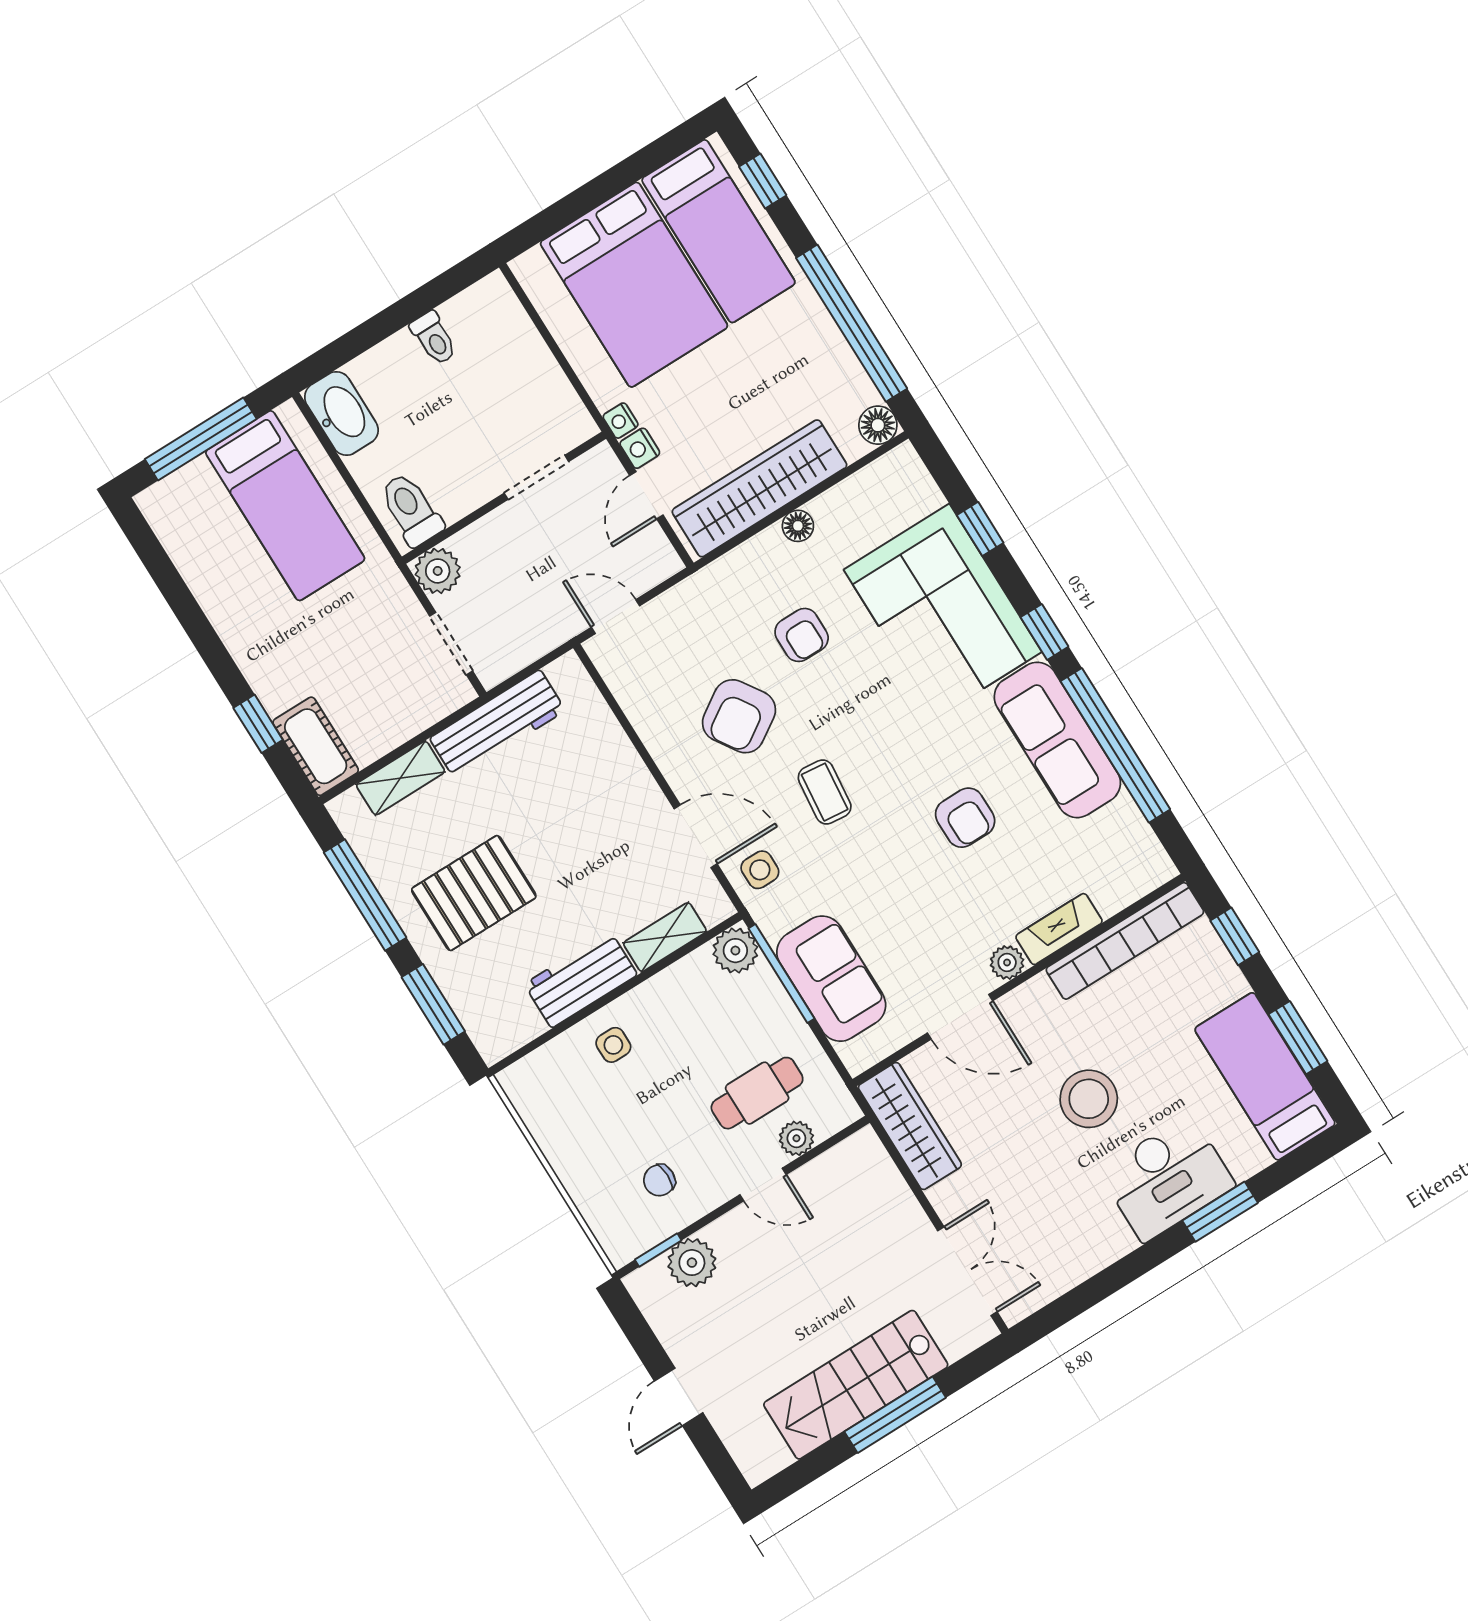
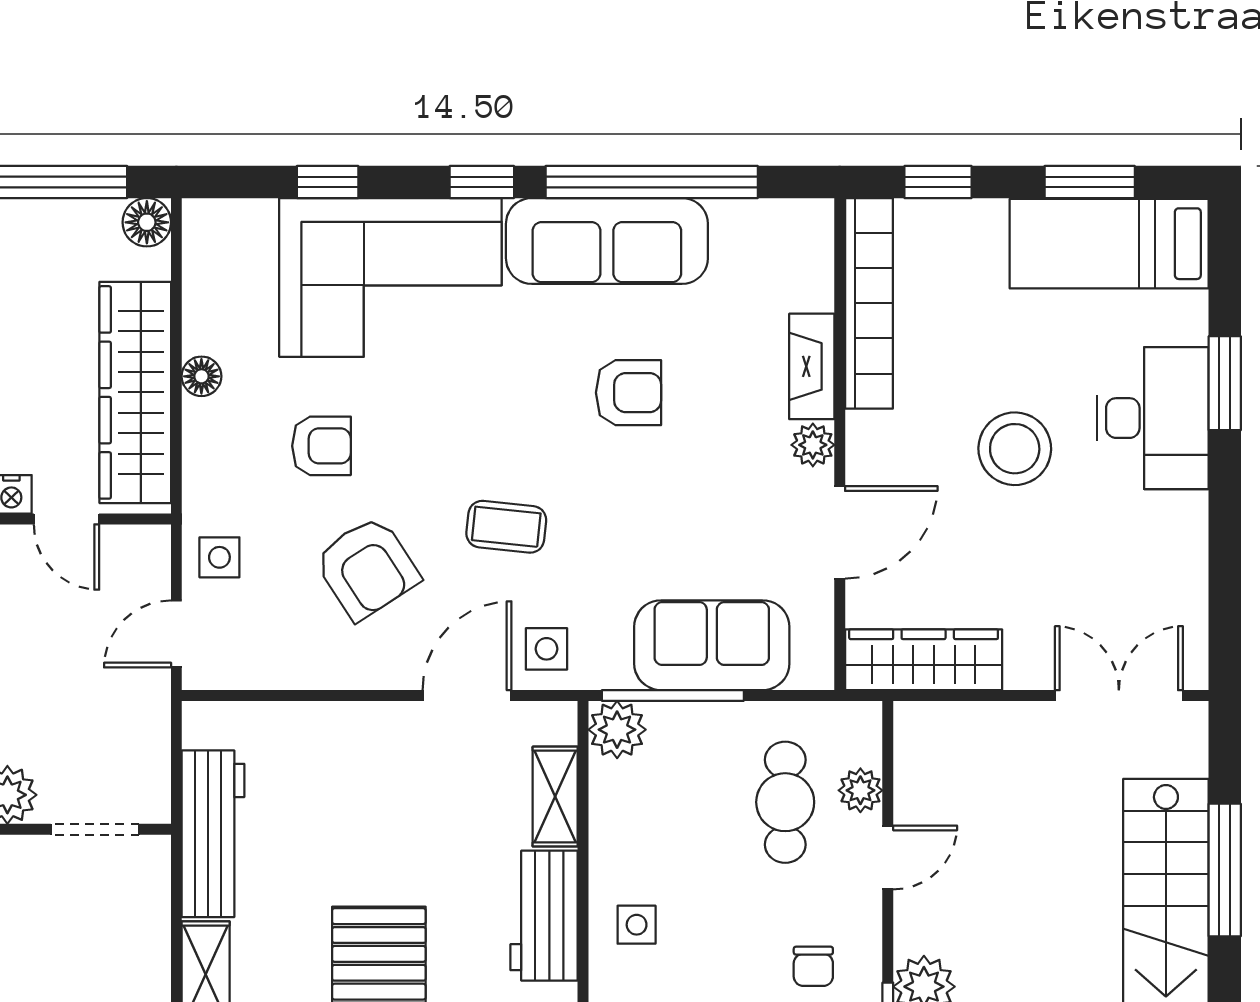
side table: (685, 613) -> (219, 557), added

